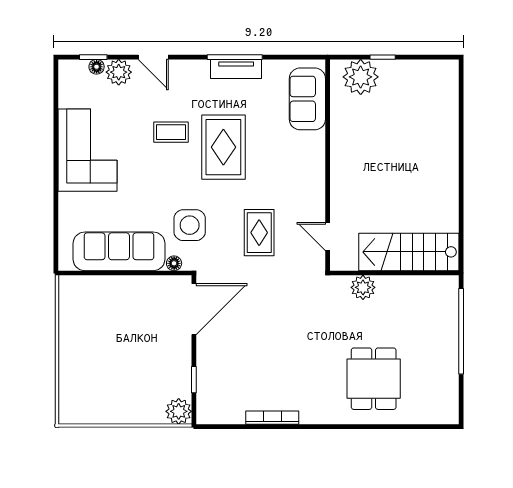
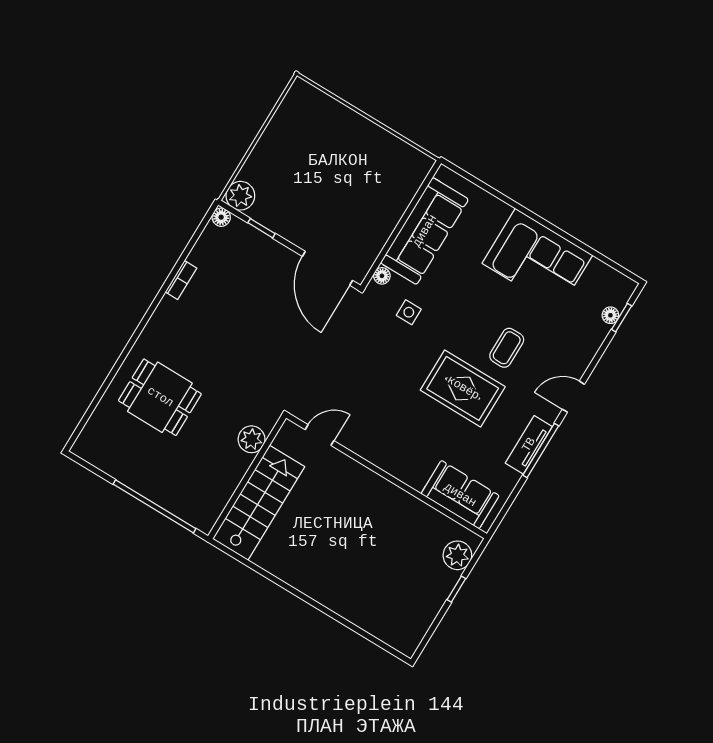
door: (153, 57) -> (573, 397), moved
plant: (119, 72) -> (593, 333), removed
plant: (361, 77) -> (457, 555), width x0.73, depth x0.73
side table: (190, 225) -> (409, 312), width x0.54, depth x0.54
rug: (259, 233) -> (362, 373), removed
floor lamp: (204, 416) -> (221, 217), added
bookcase: (272, 418) -> (181, 280), width x0.64

